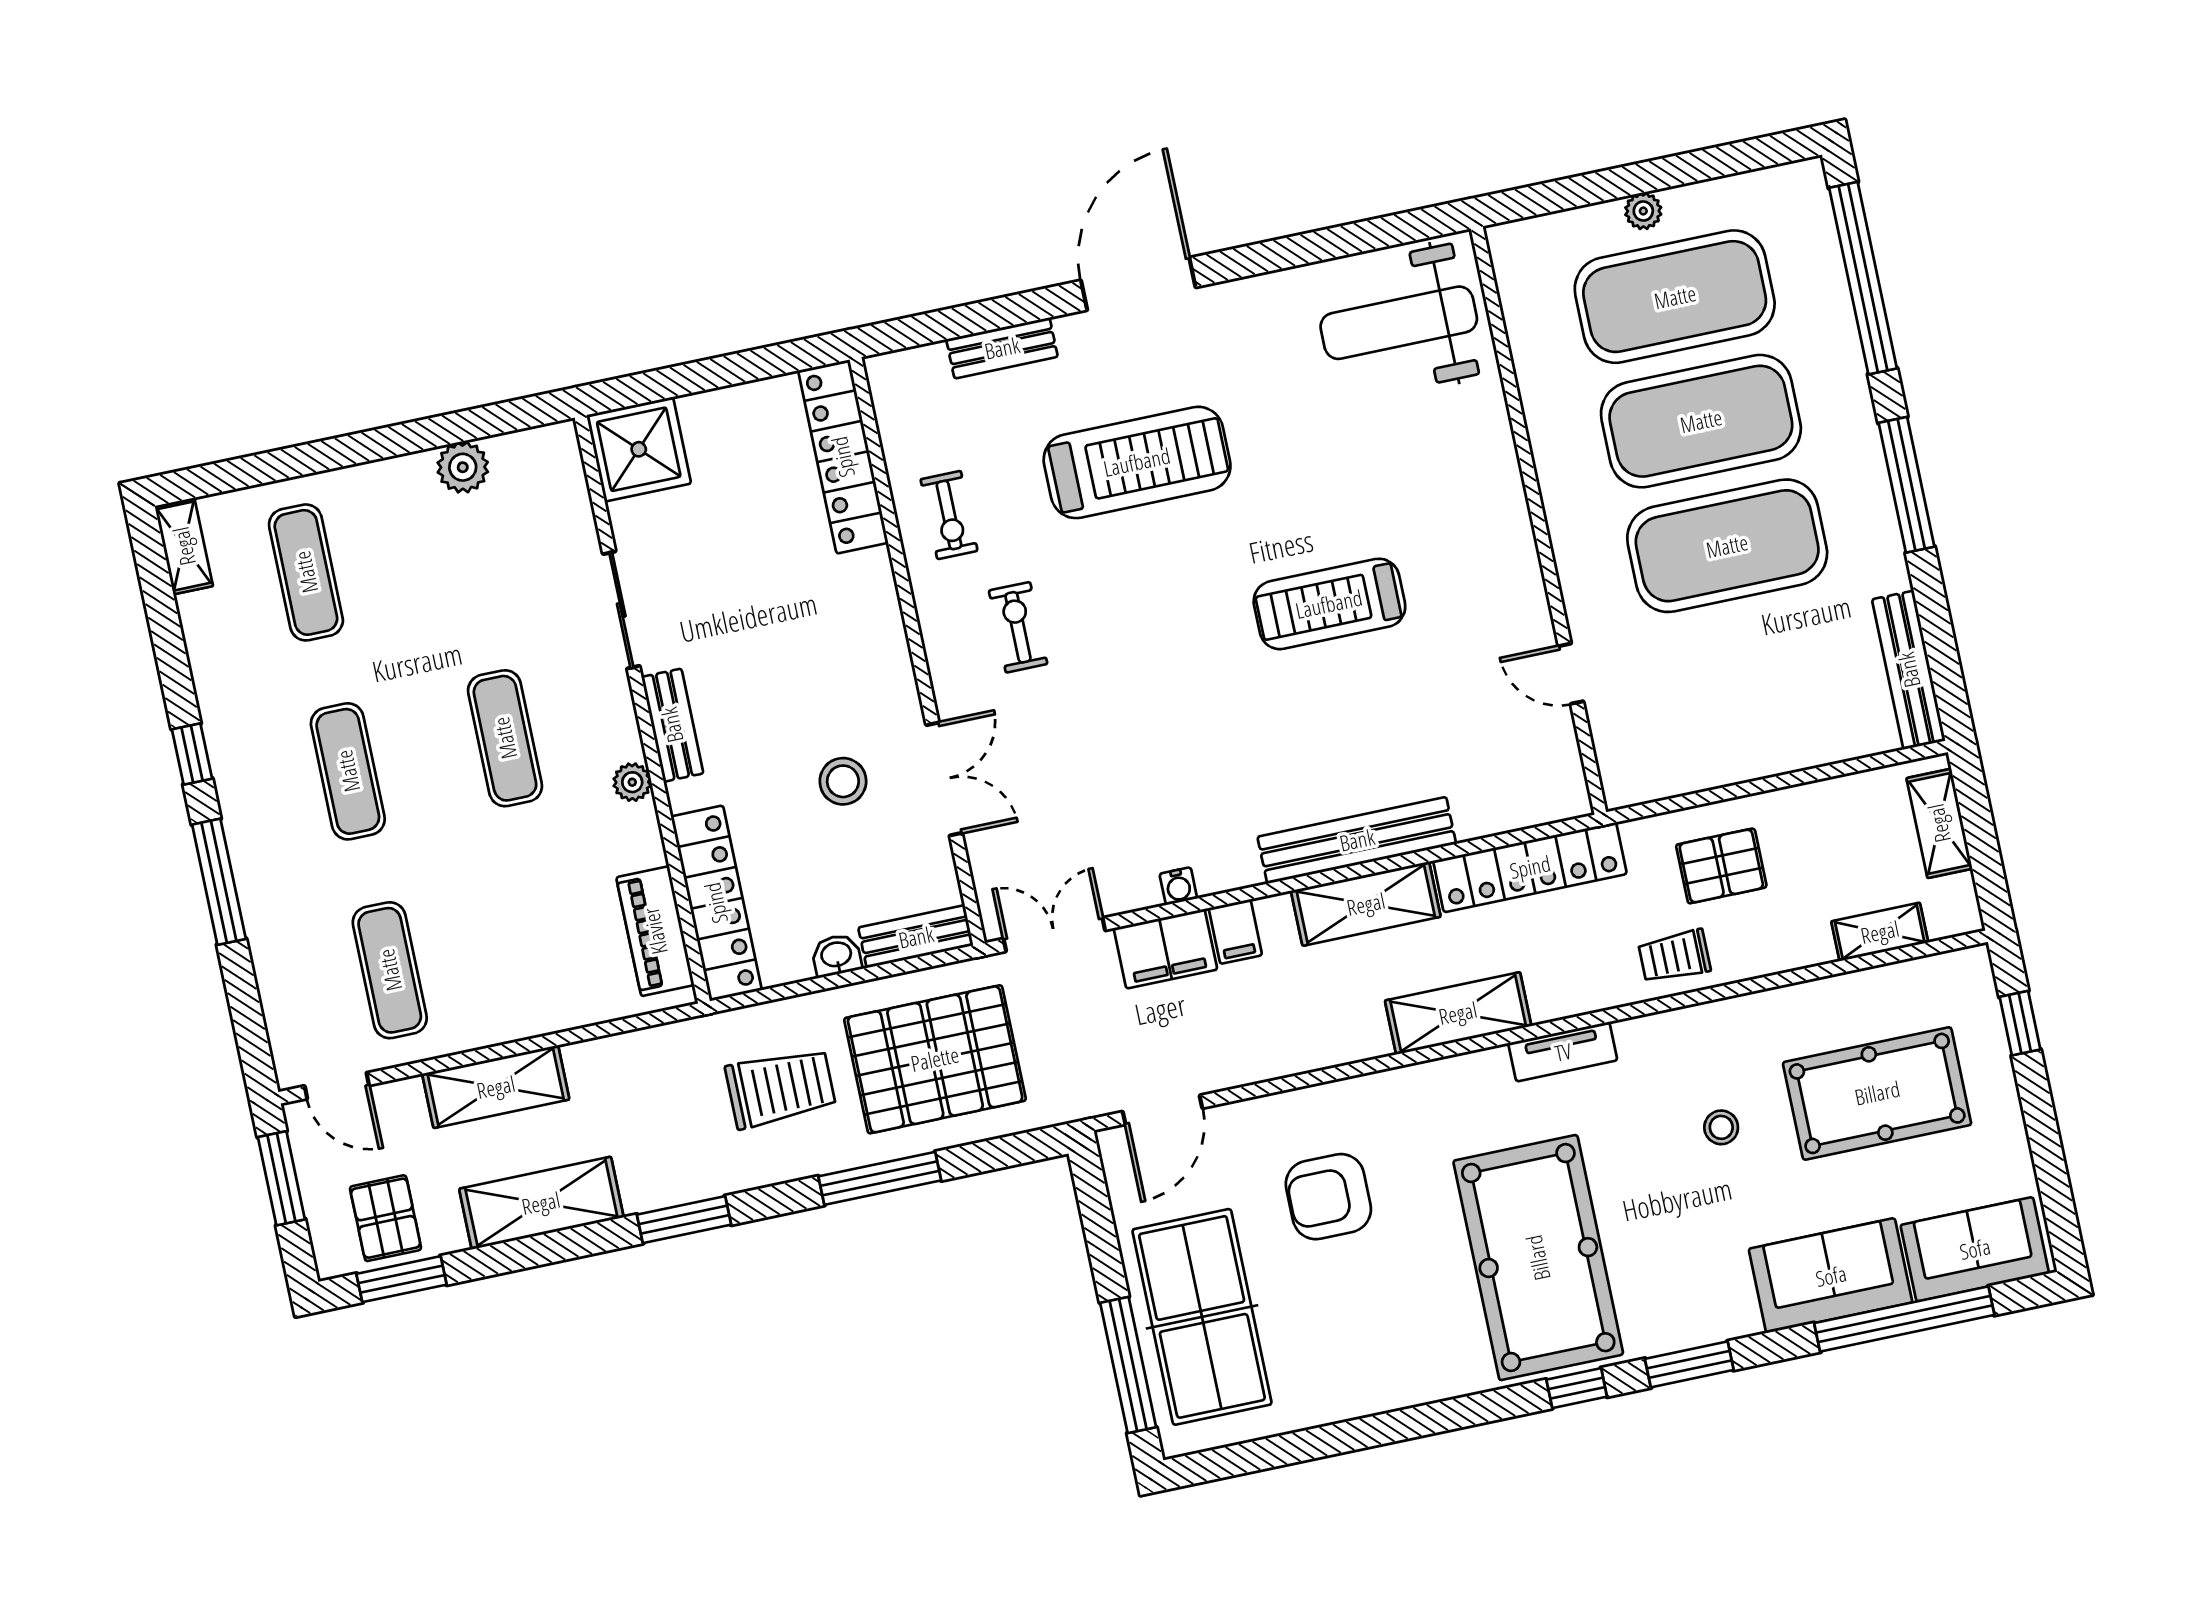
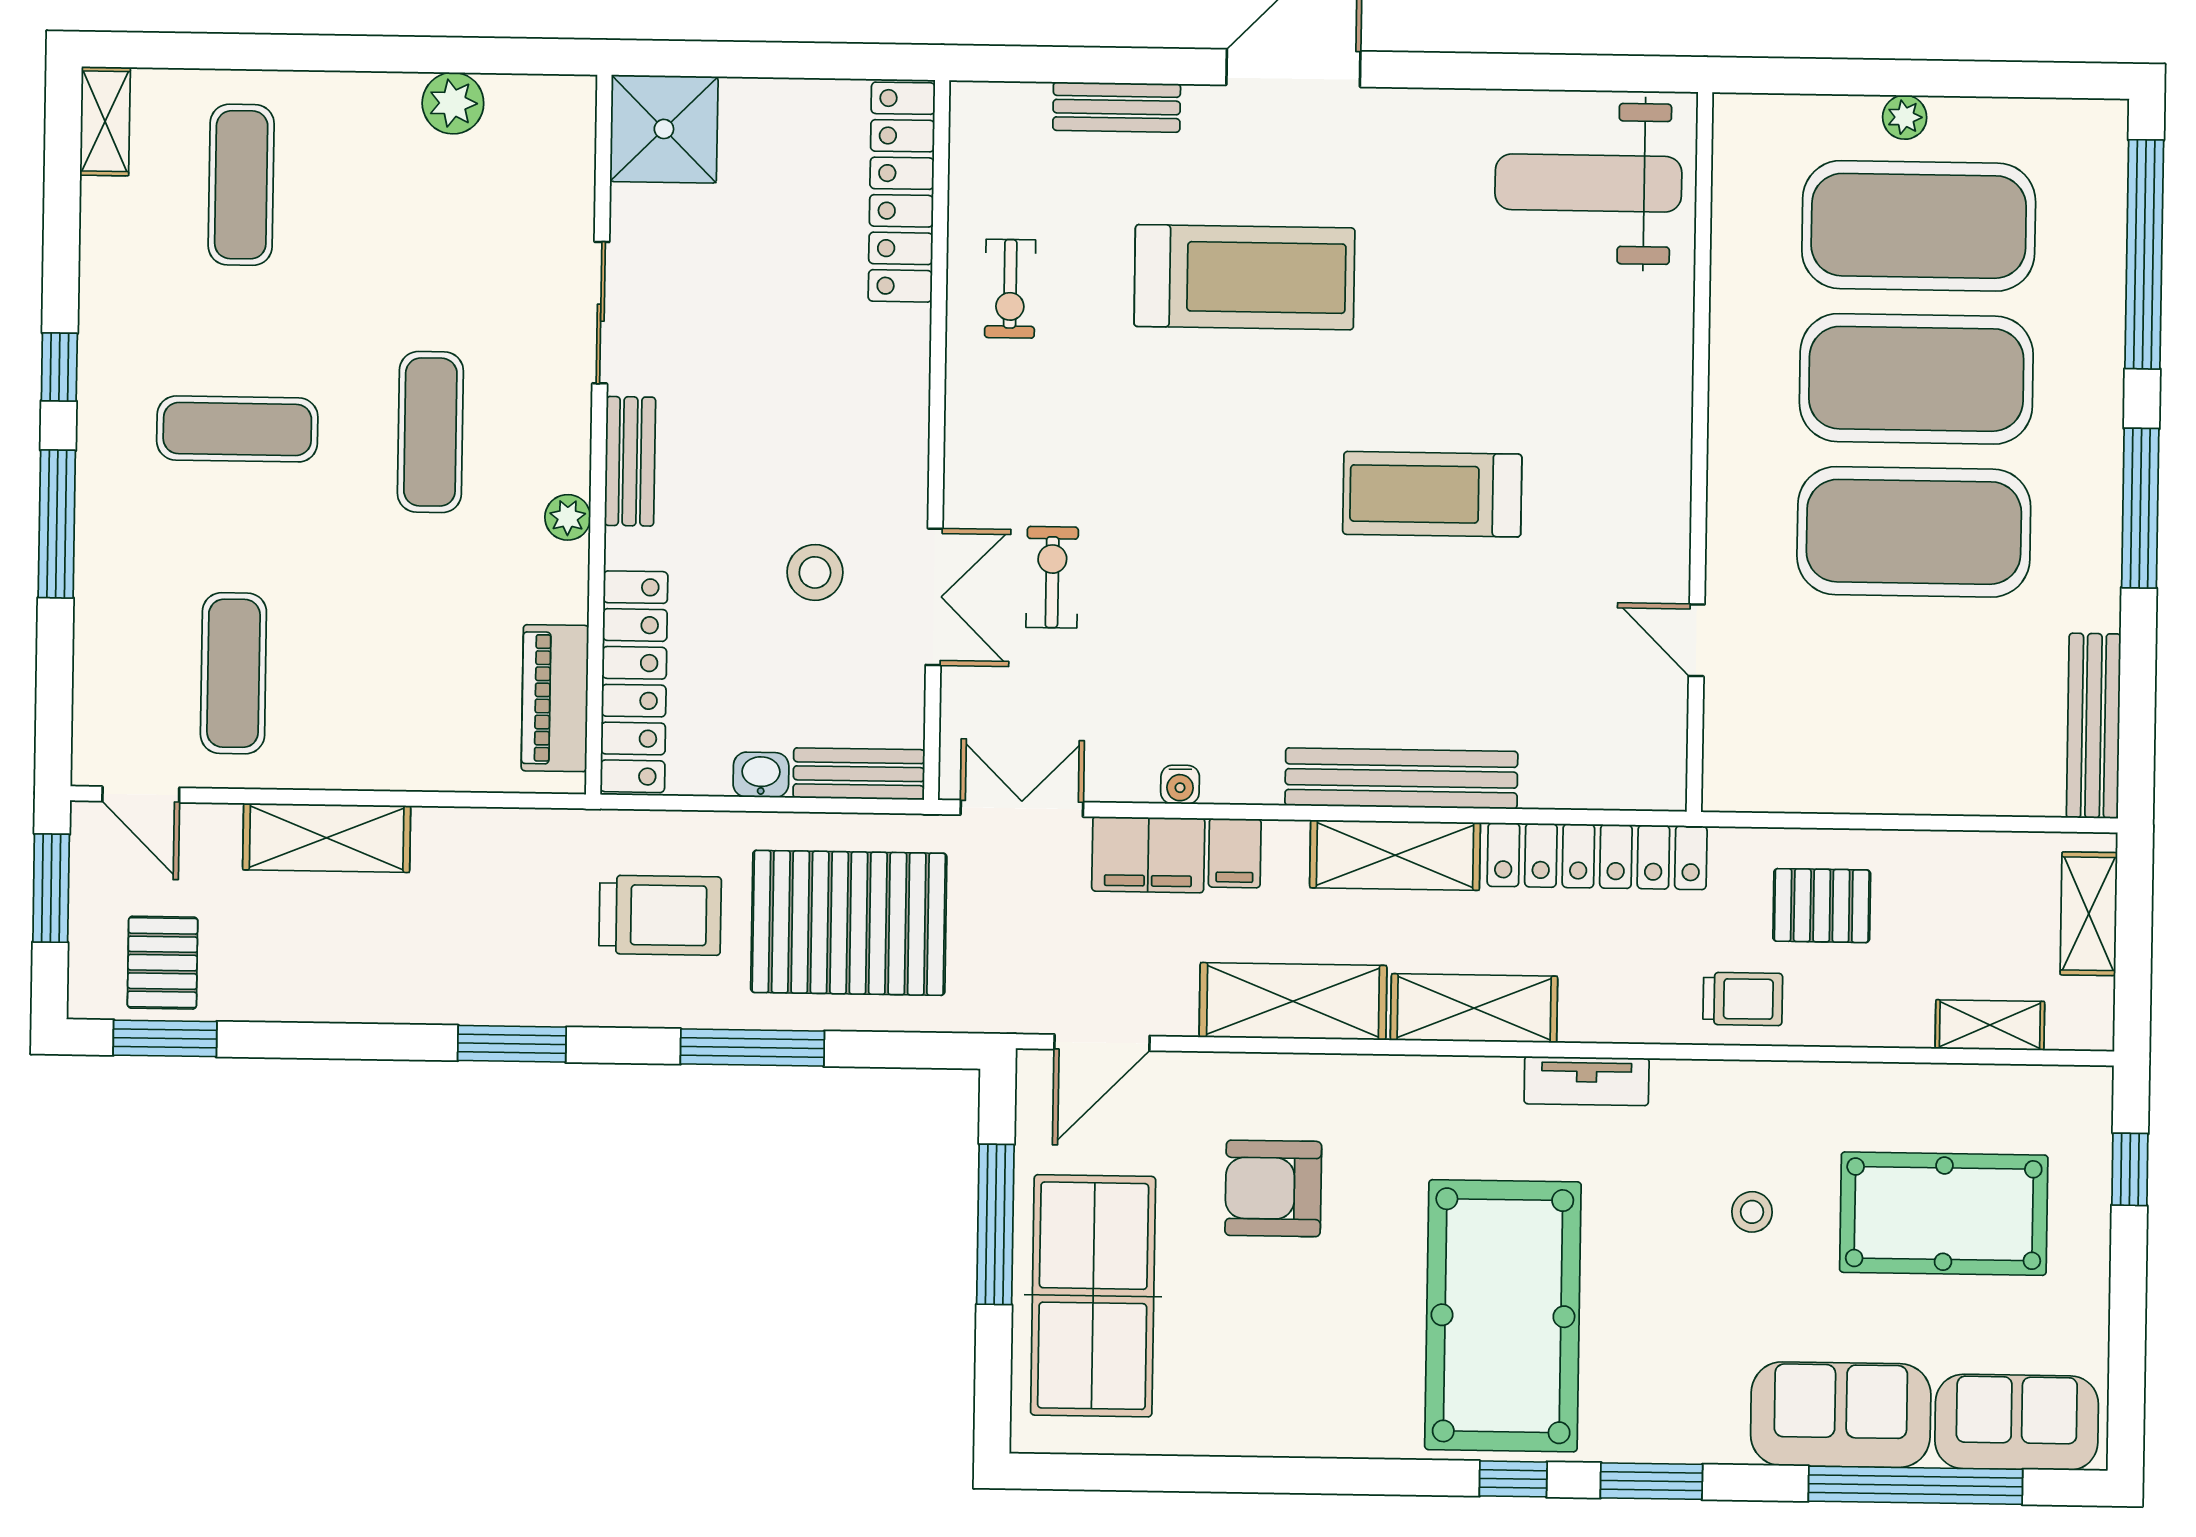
exercise bike: (1018, 627) -> (1052, 577), moved
exercise mat: (348, 771) -> (237, 429), turned 90
trolley: (1674, 956) -> (1743, 999), turned 180
shelving: (541, 1203) -> (1293, 1001), moved
window: (1128, 1365) -> (995, 1224), moved

